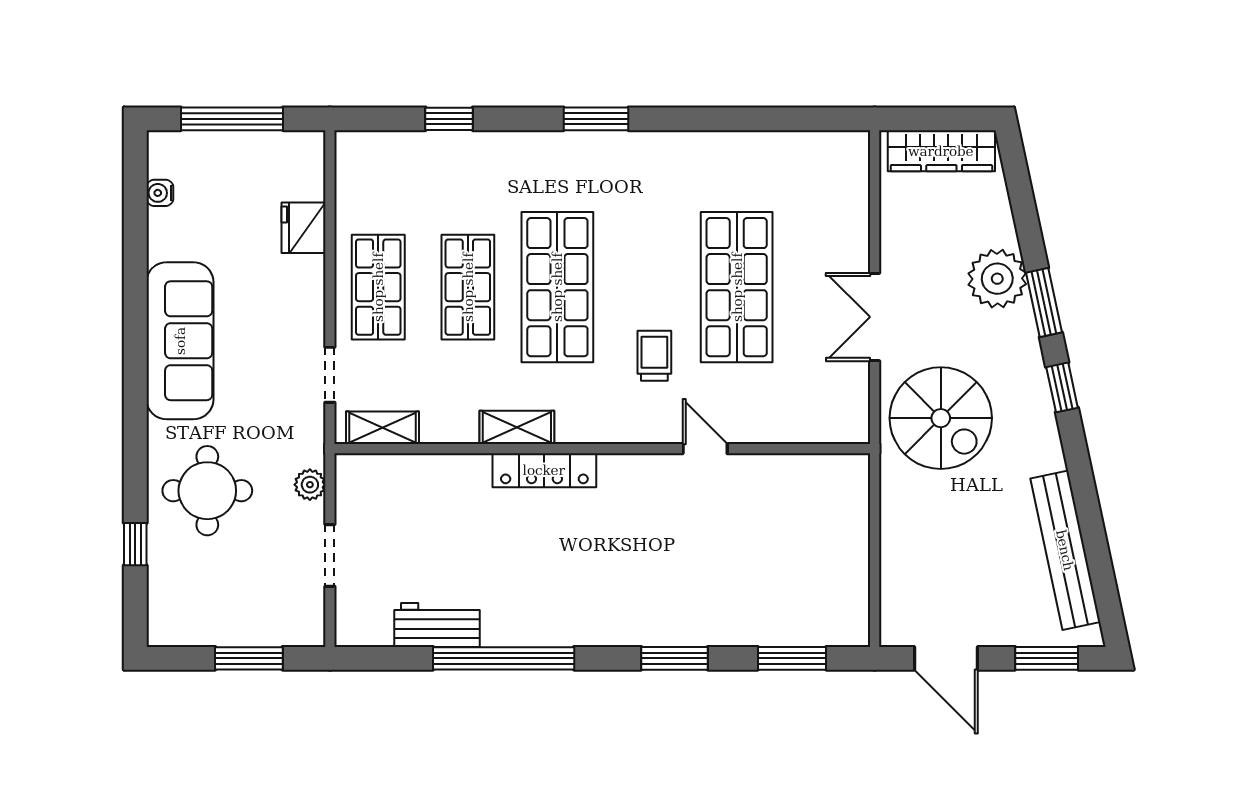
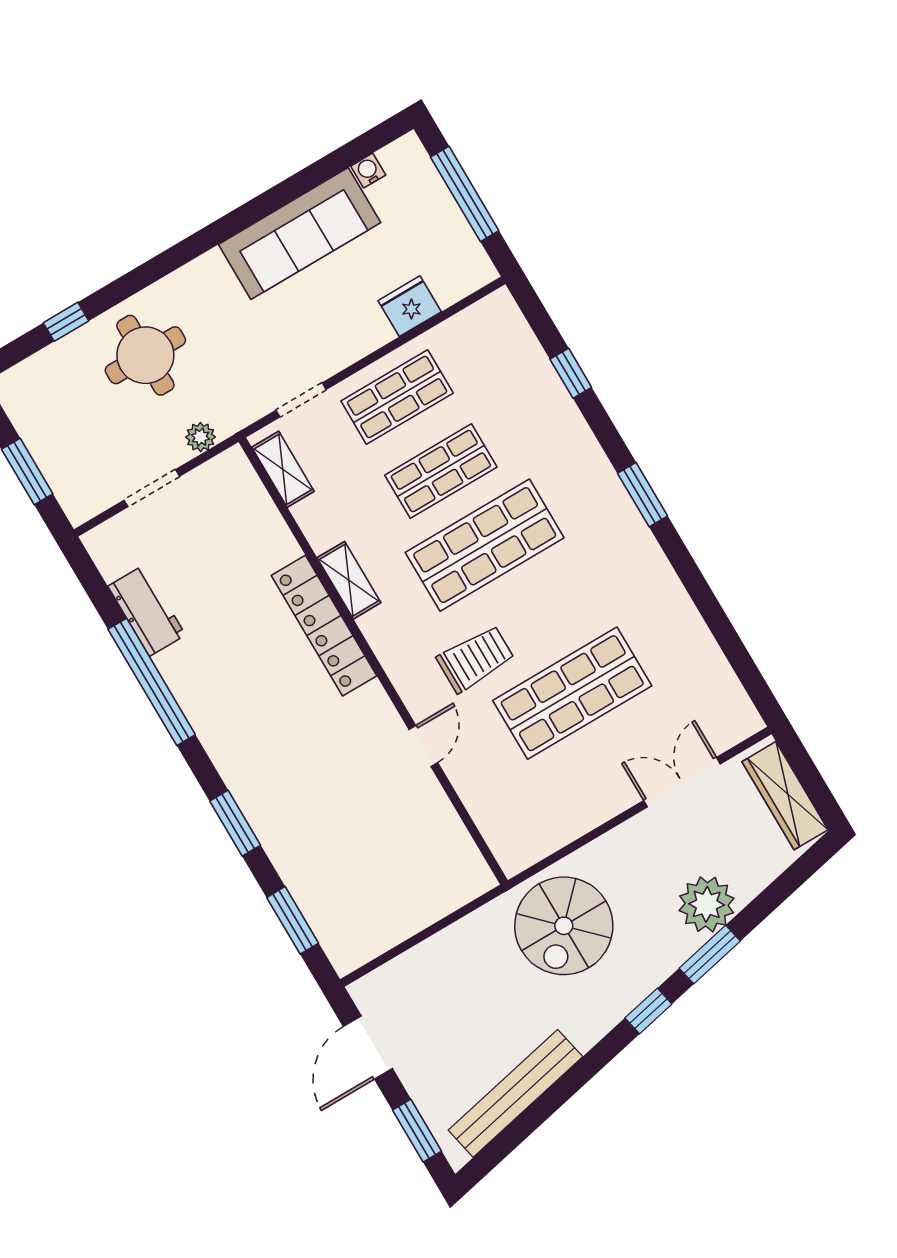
double door: (875, 317) -> (682, 782), moved
sofa: (180, 341) -> (300, 234), moved
trolley: (654, 356) -> (475, 659), width x1.36, depth x1.39
locker: (544, 470) -> (324, 626), width x1.41, depth x1.21

